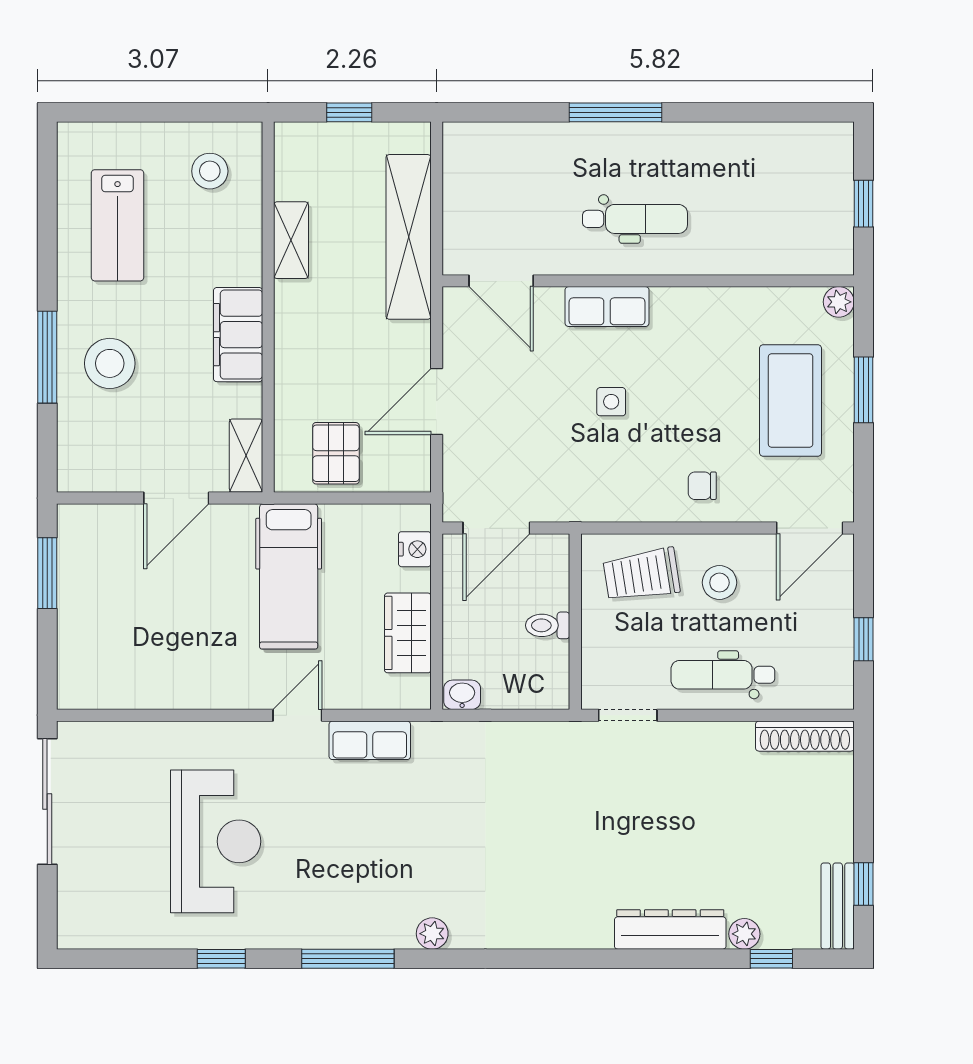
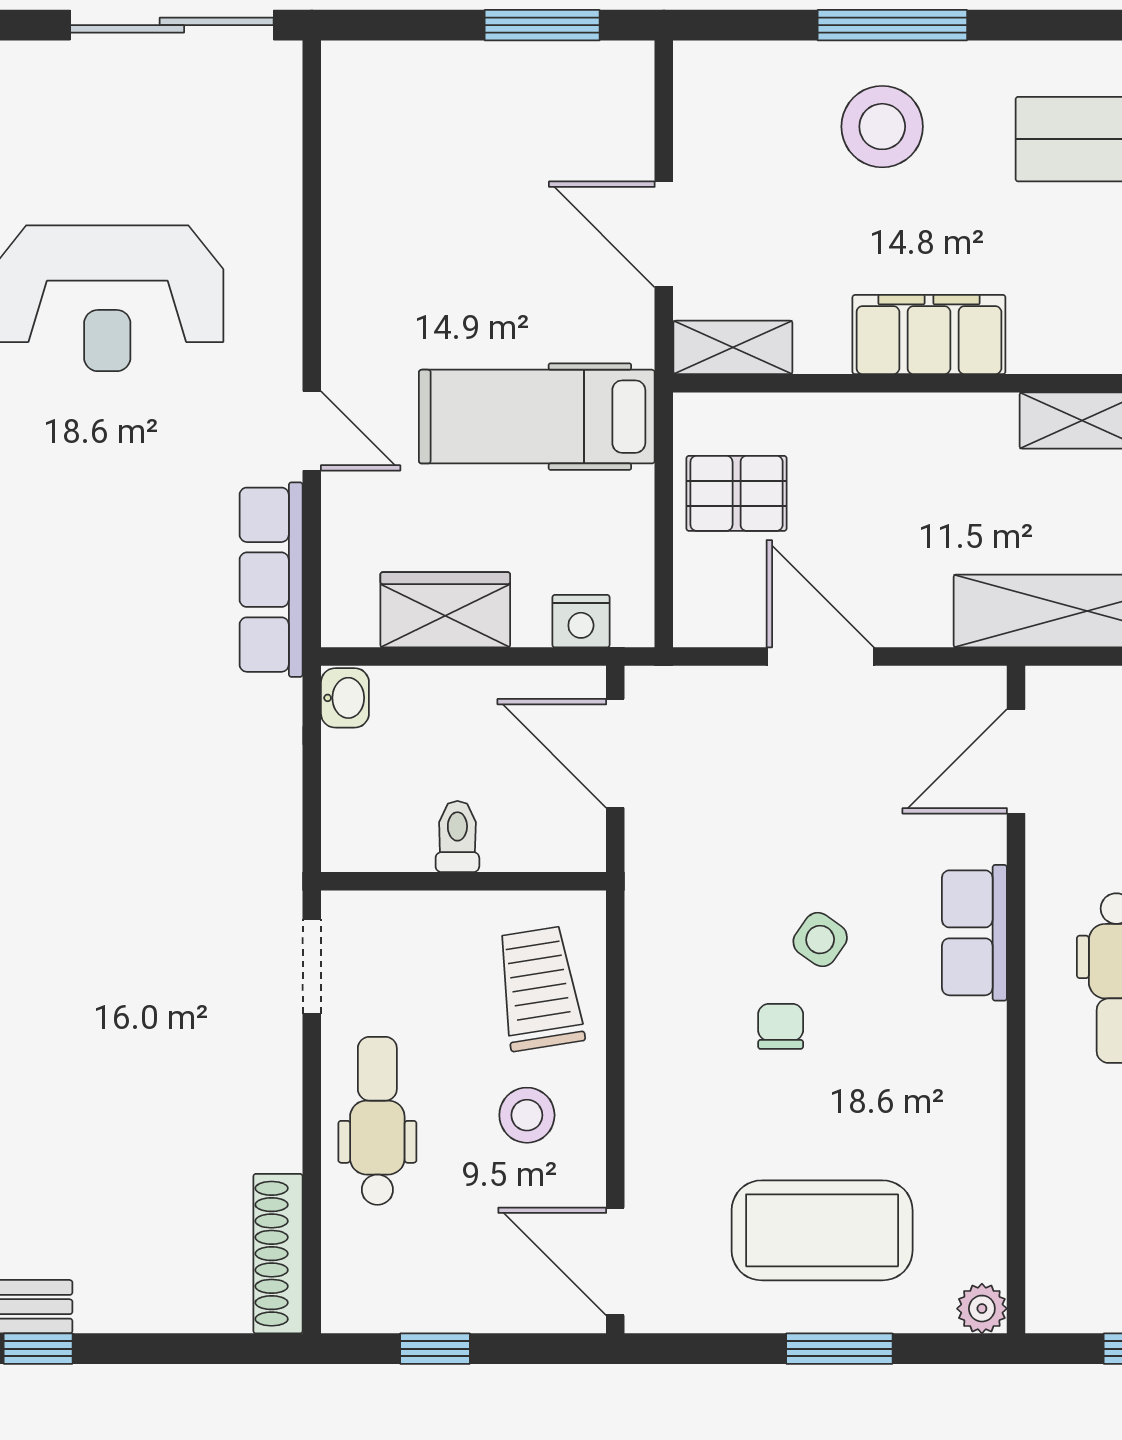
side table: (611, 402) -> (820, 940), turned 35
chair: (702, 486) -> (781, 1026), moved
row of seats: (370, 740) -> (271, 580), width x1.48

